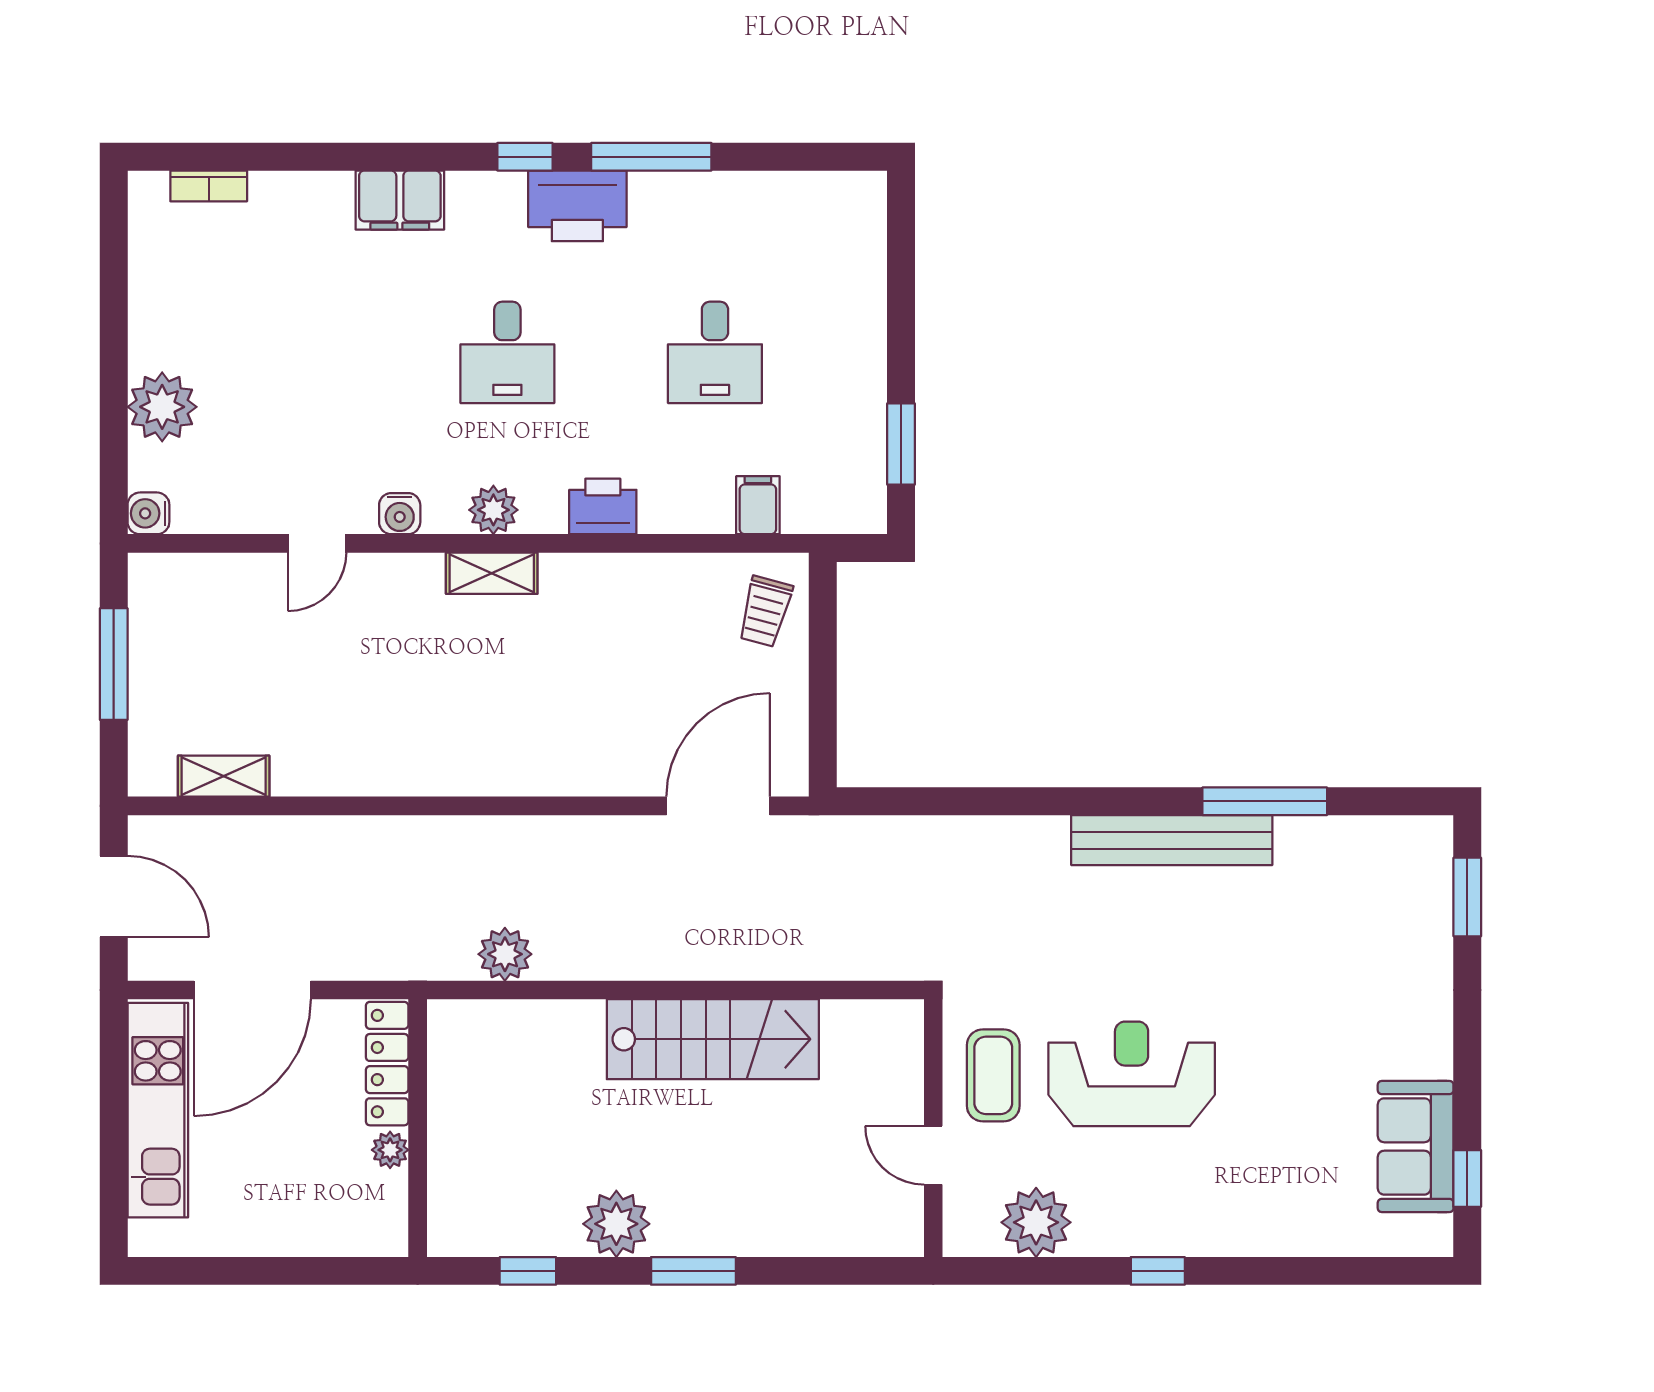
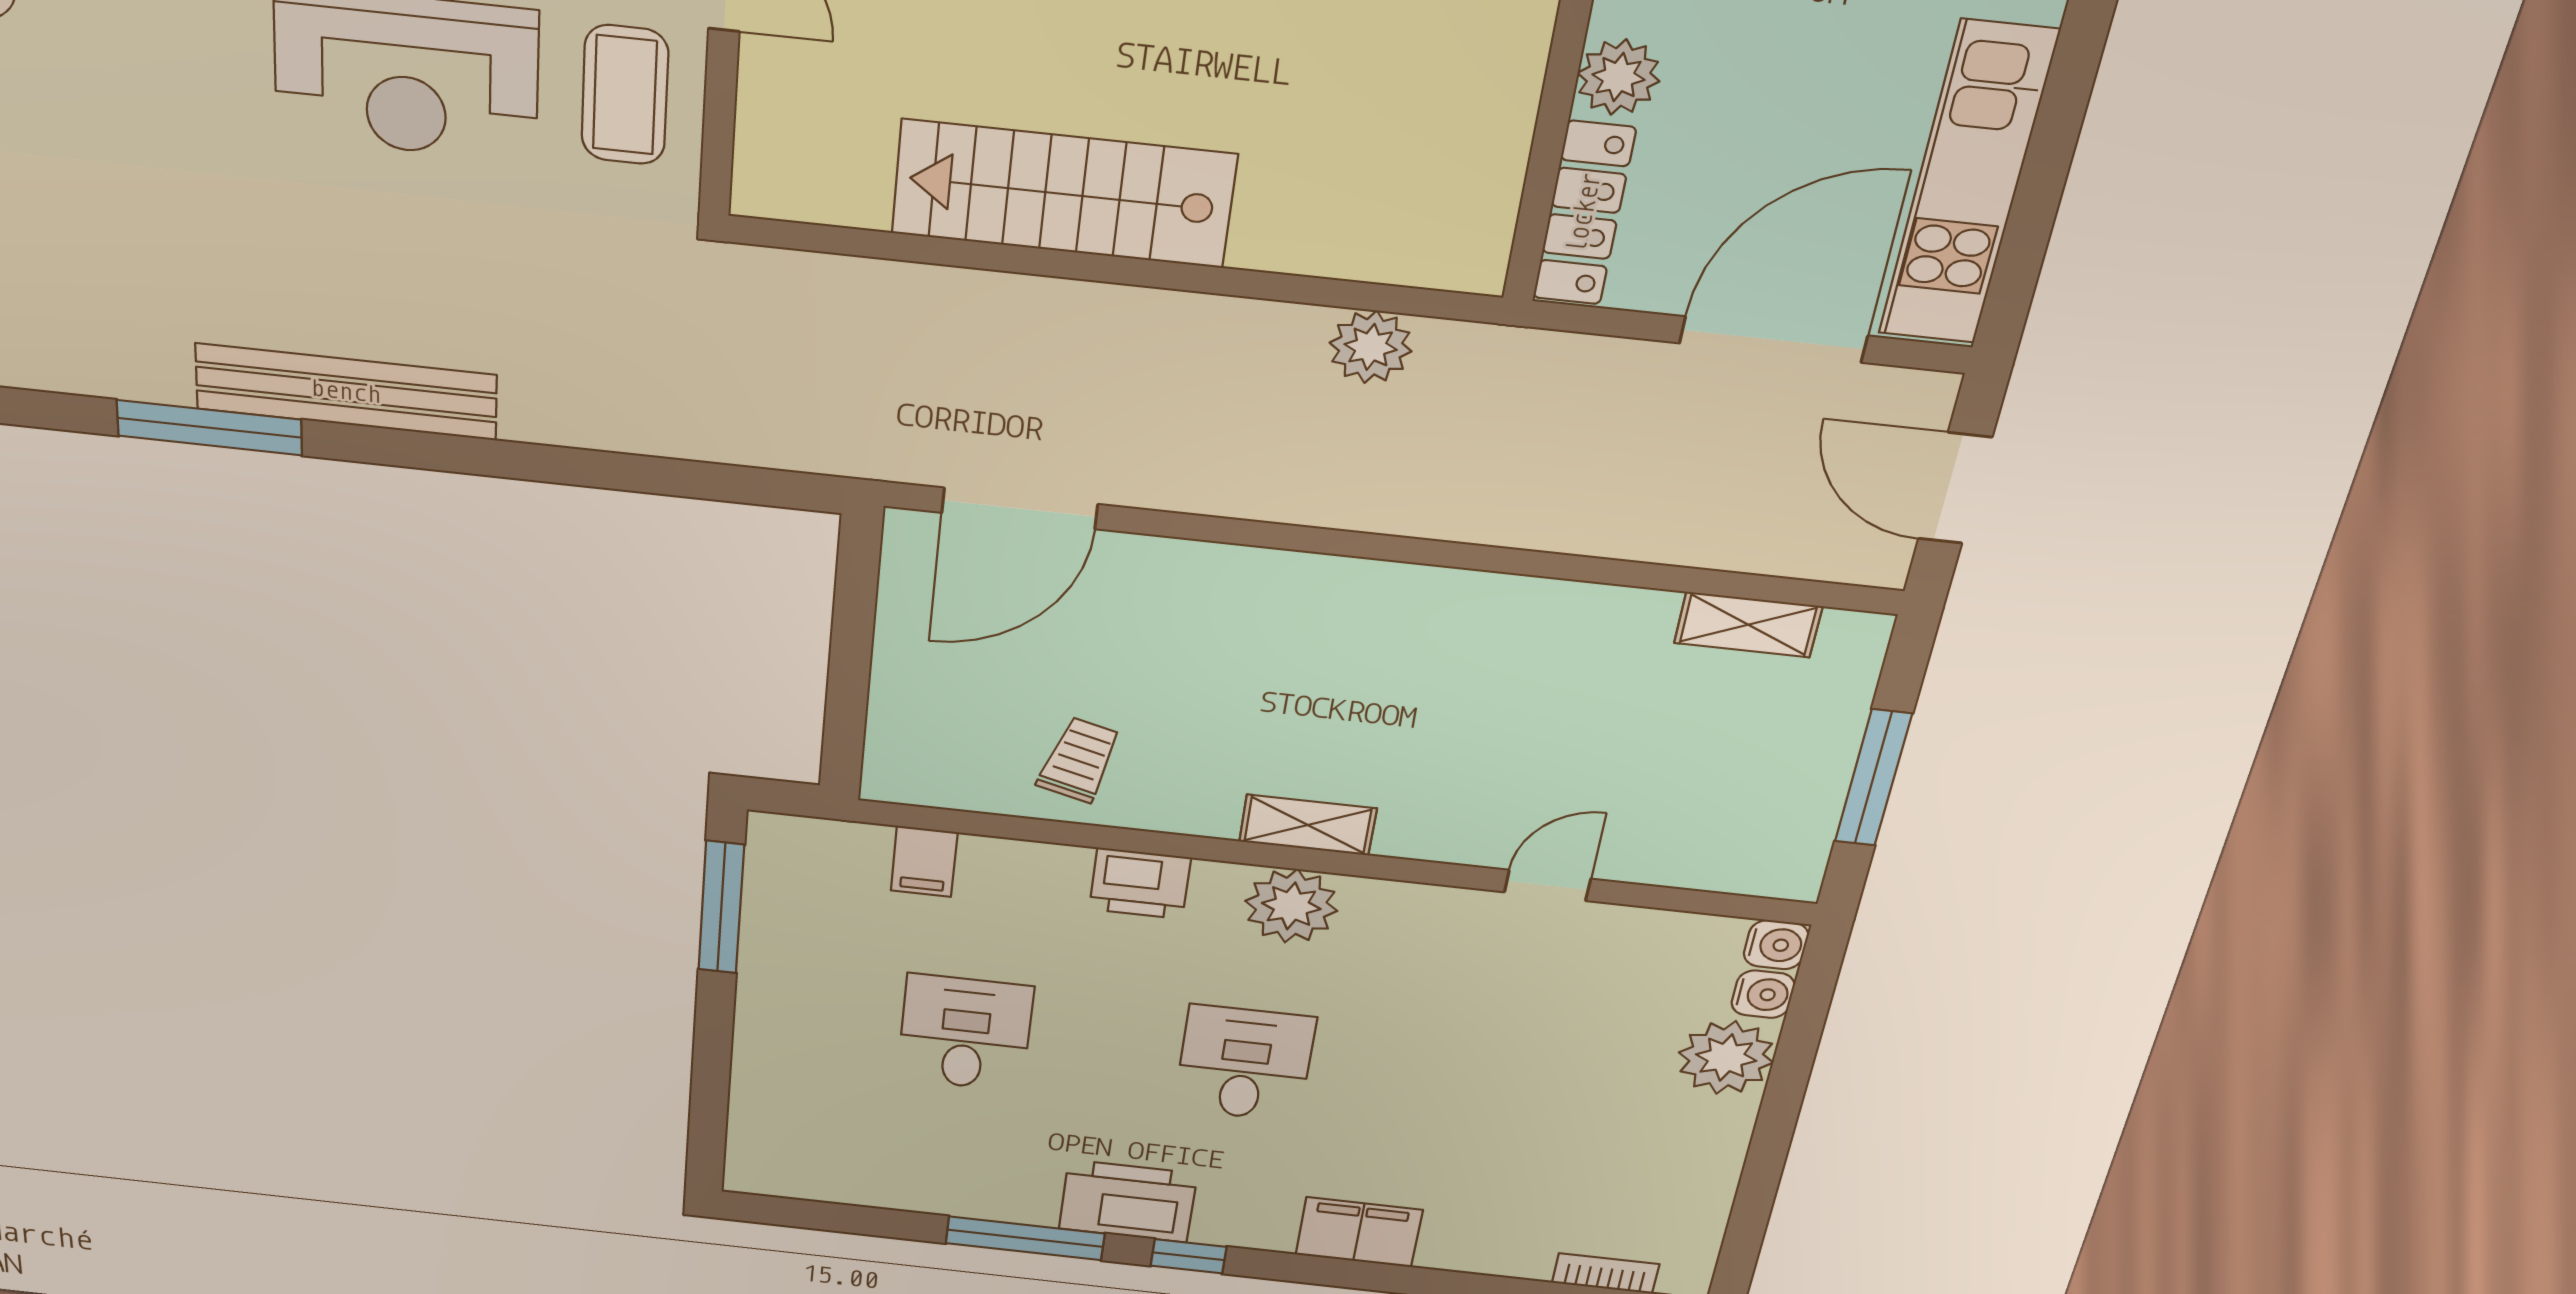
window: (901, 444) -> (721, 908), width x1.44
plant: (493, 510) -> (1291, 906), width x1.36, depth x1.36
water cooler: (400, 514) -> (1763, 994), moved, turned 90
trolley: (765, 611) -> (1079, 760), moved
plant: (390, 1150) -> (1619, 77), width x1.38, depth x1.38

